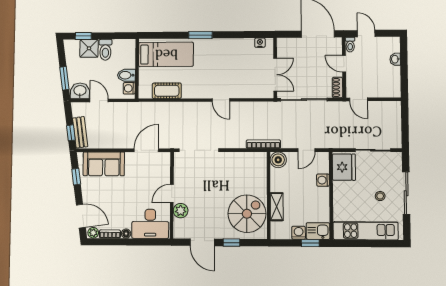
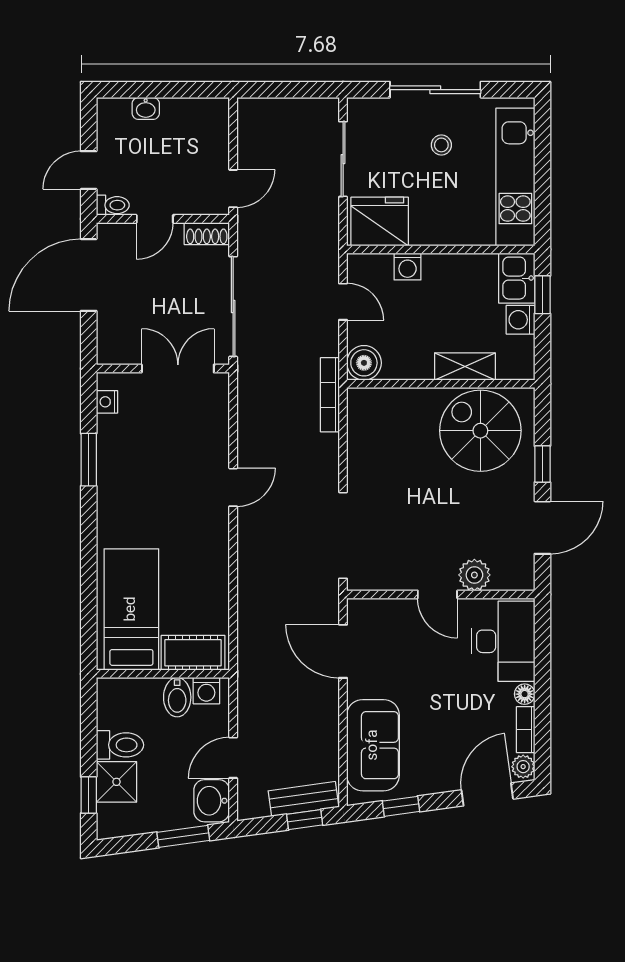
window: (200, 35) -> (89, 460), moved
cot: (167, 91) -> (193, 653), moved, turned 90

